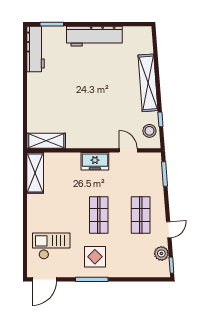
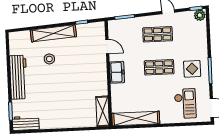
workbench: (36, 49) -> (26, 123), width x0.73
stool: (149, 131) -> (49, 59), moved
door: (128, 150) -> (107, 46), swing flipped
shelving: (35, 173) -> (136, 119), width x1.47
checkout: (51, 246) -> (185, 104), turned 180
plant: (161, 253) -> (200, 15), moved

